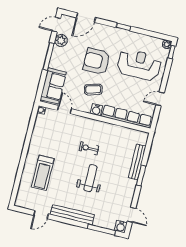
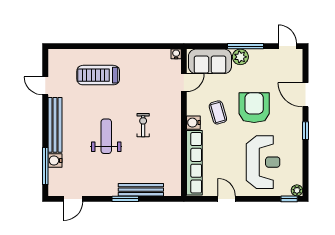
door: (86, 18) -> (305, 95), moved
plant: (61, 40) -> (240, 57), moved
weight bench: (90, 178) -> (106, 136), turned -90
water cooler: (121, 227) -> (55, 160), moved

